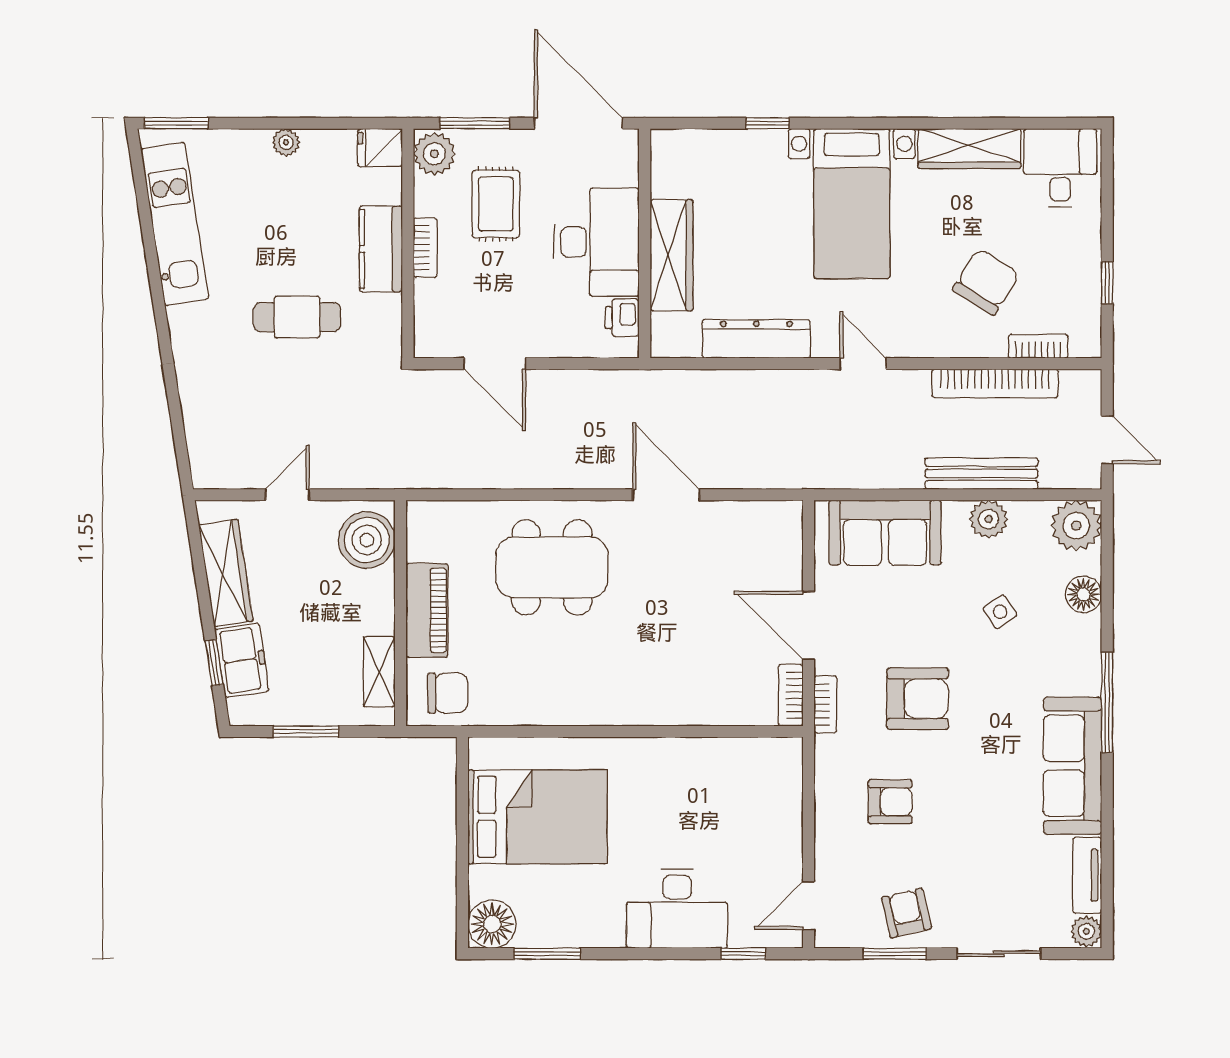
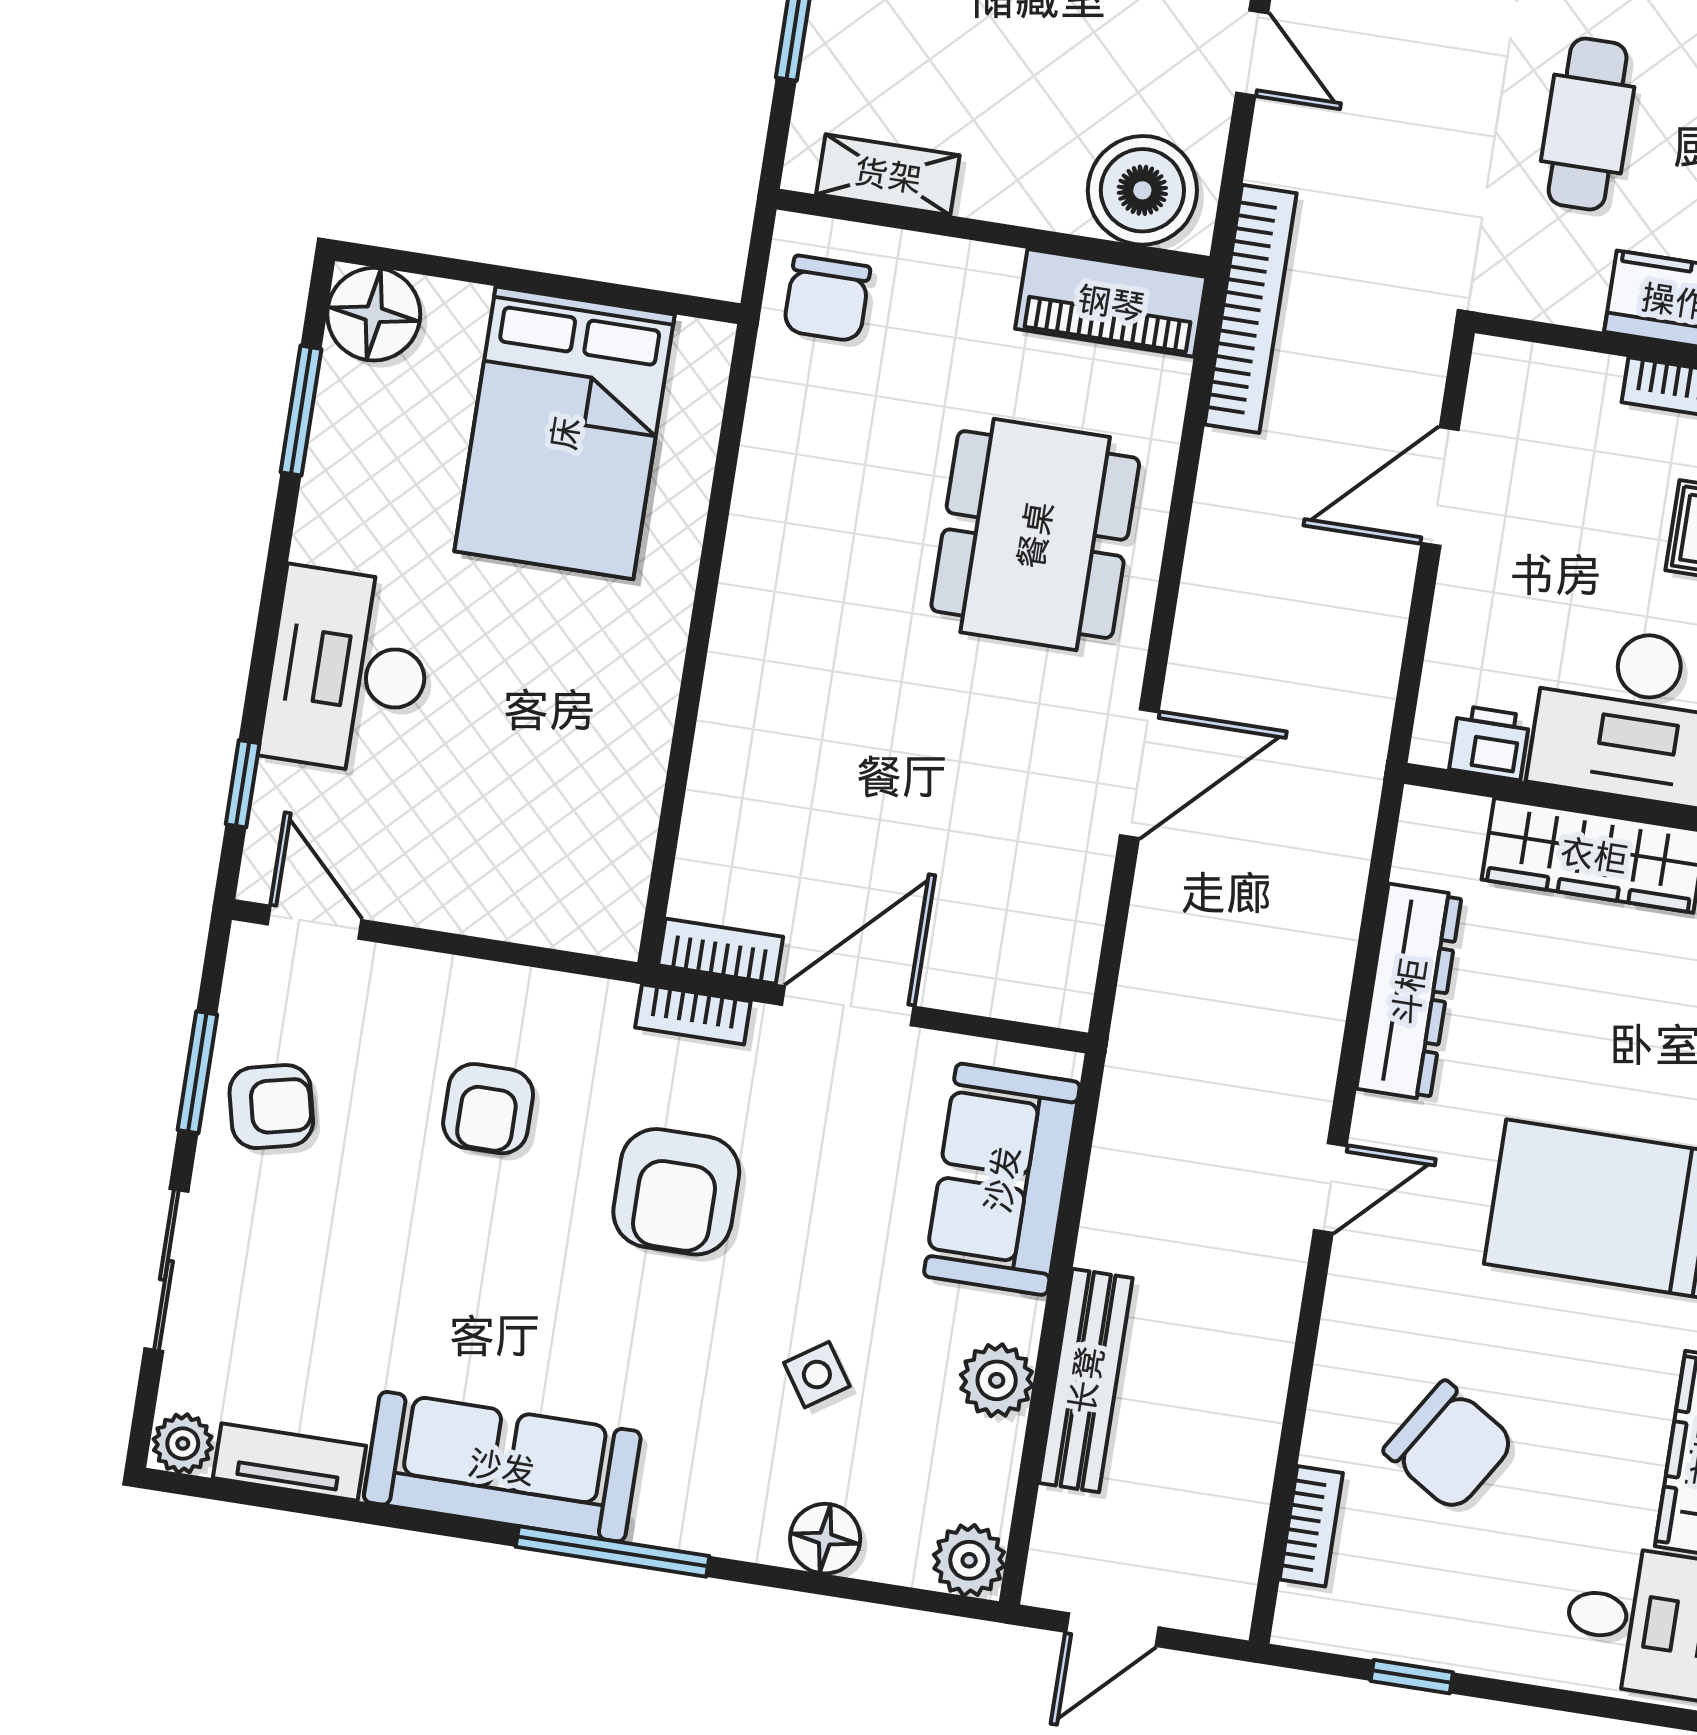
bookcase: (995, 383) -> (1251, 309), moved, turned 180
plant: (1076, 526) -> (969, 1560), width x0.73, depth x0.73
piano: (427, 610) -> (1111, 303), moved

